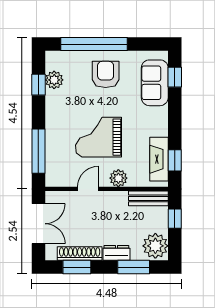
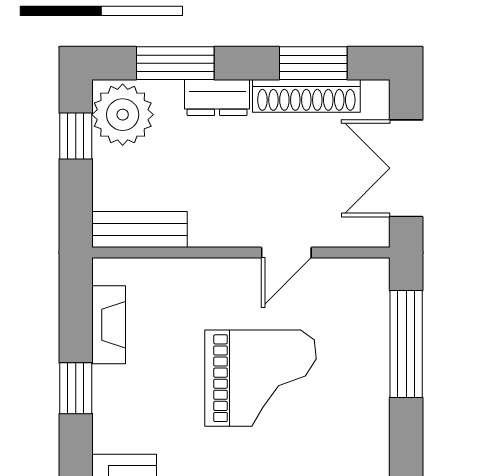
fireplace: (159, 159) -> (109, 325), width x0.73, depth x0.76
window: (175, 160) -> (76, 388), moved
plant: (118, 178) -> (212, 279), removed
window: (175, 219) -> (76, 136), moved

